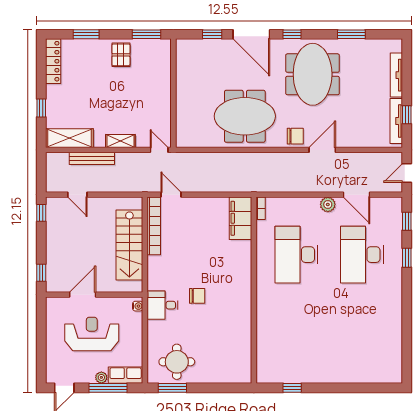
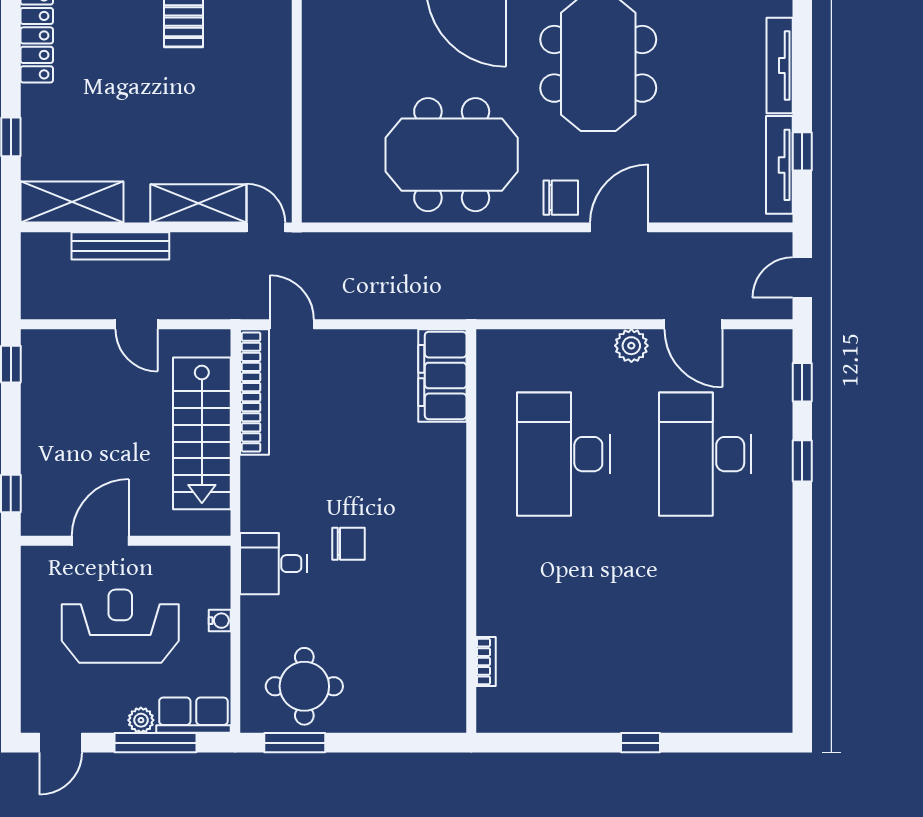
shelving: (120, 141) -> (198, 203), width x1.50, depth x1.33
door: (77, 195) -> (136, 324), moved
bookcase: (261, 208) -> (486, 661), moved
water cooler: (138, 306) -> (220, 621), moved
window: (292, 388) -> (641, 743), moved

